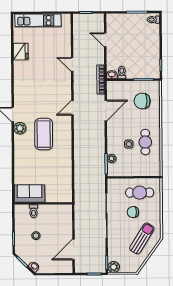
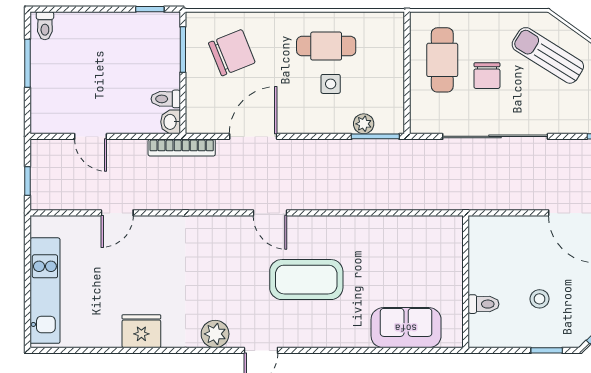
door: (105, 40) -> (91, 136), hinge flipped
fridge: (21, 52) -> (141, 331), moved
door: (72, 64) -> (117, 213), moved
chair: (142, 101) -> (232, 53), turned -112
door: (72, 108) -> (270, 213), moved
door: (106, 111) -> (253, 136), hinge flipped
plant: (20, 128) -> (215, 334), moved
sofa: (30, 194) -> (406, 328), moved, turned 90

